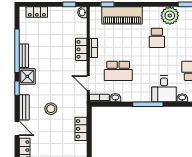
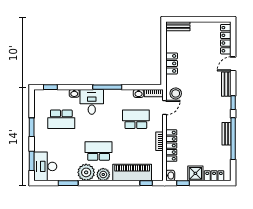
plant: (152, 13) -> (103, 174), added
school desk: (157, 38) -> (99, 151), width x1.85
locker: (81, 49) -> (171, 146), width x1.53
shower: (27, 76) -> (195, 173), moved
door: (88, 83) -> (165, 108), hinge flipped
stool: (51, 109) -> (176, 93), moved
door: (17, 128) -> (233, 64), hinge flipped

